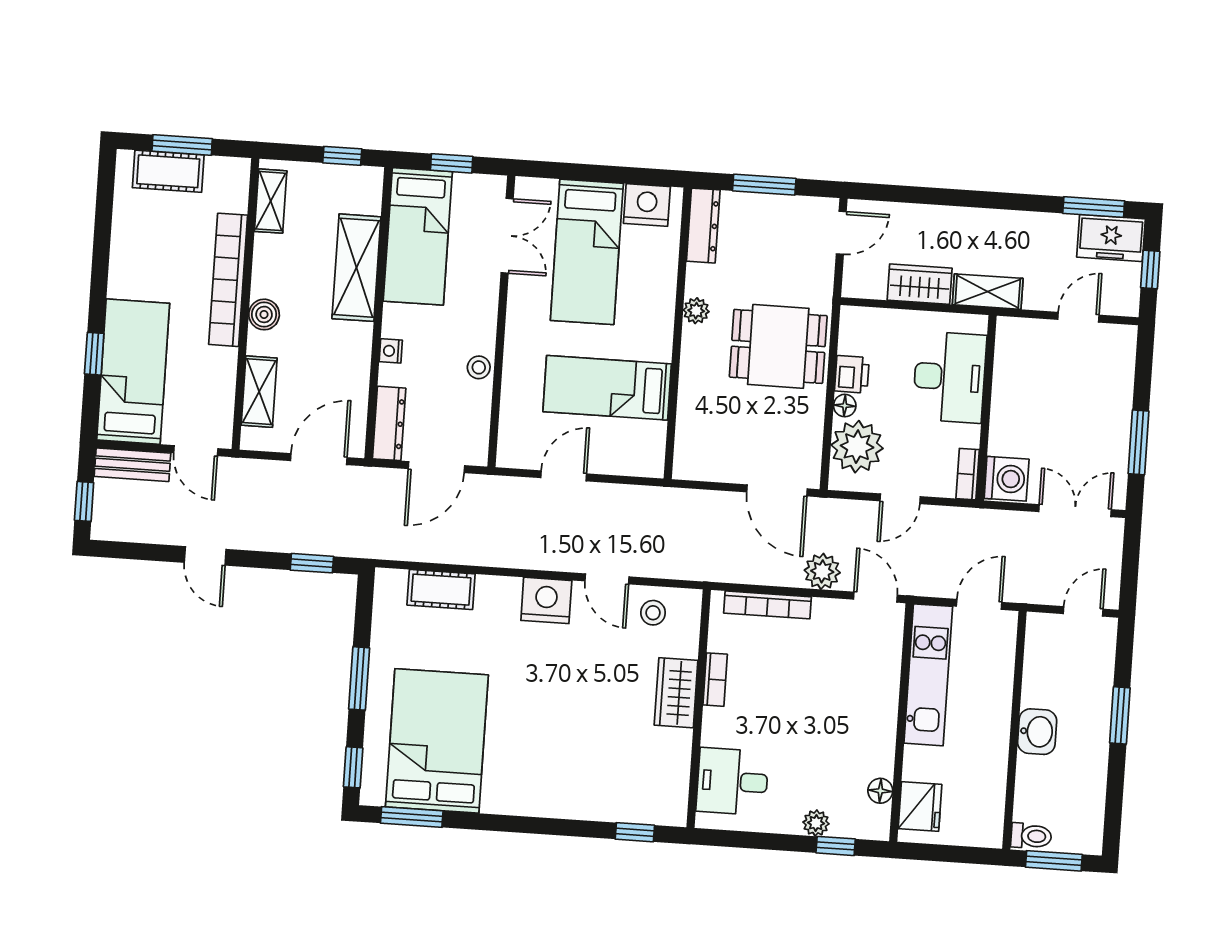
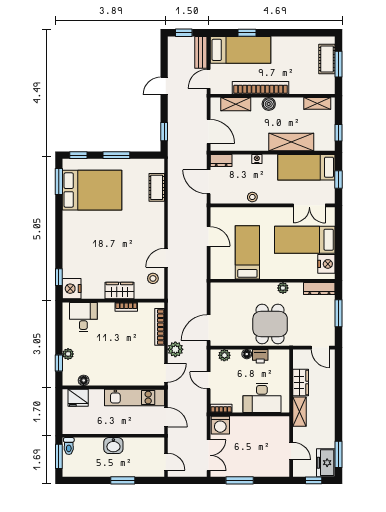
bookcase: (228, 280) -> (261, 88), moved
dresser: (389, 423) -> (221, 160), width x0.70
plant: (857, 447) -> (224, 355), width x0.53, depth x0.53
nightstand: (546, 600) -> (72, 289), moved, turned 180

